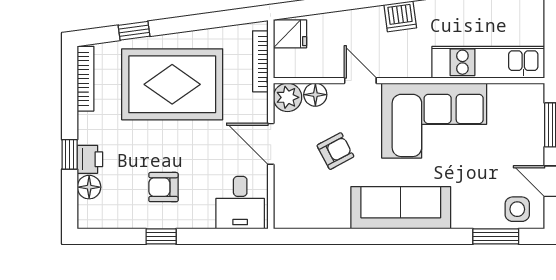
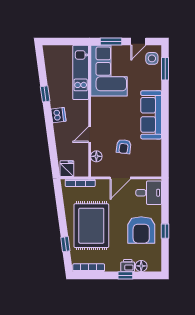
plant: (287, 97) -> (98, 170), removed
corner sofa: (434, 121) -> (109, 71), moved
armchair: (335, 151) -> (124, 147), turned -145
armchair: (163, 187) -> (141, 230), width x1.88, depth x1.88

